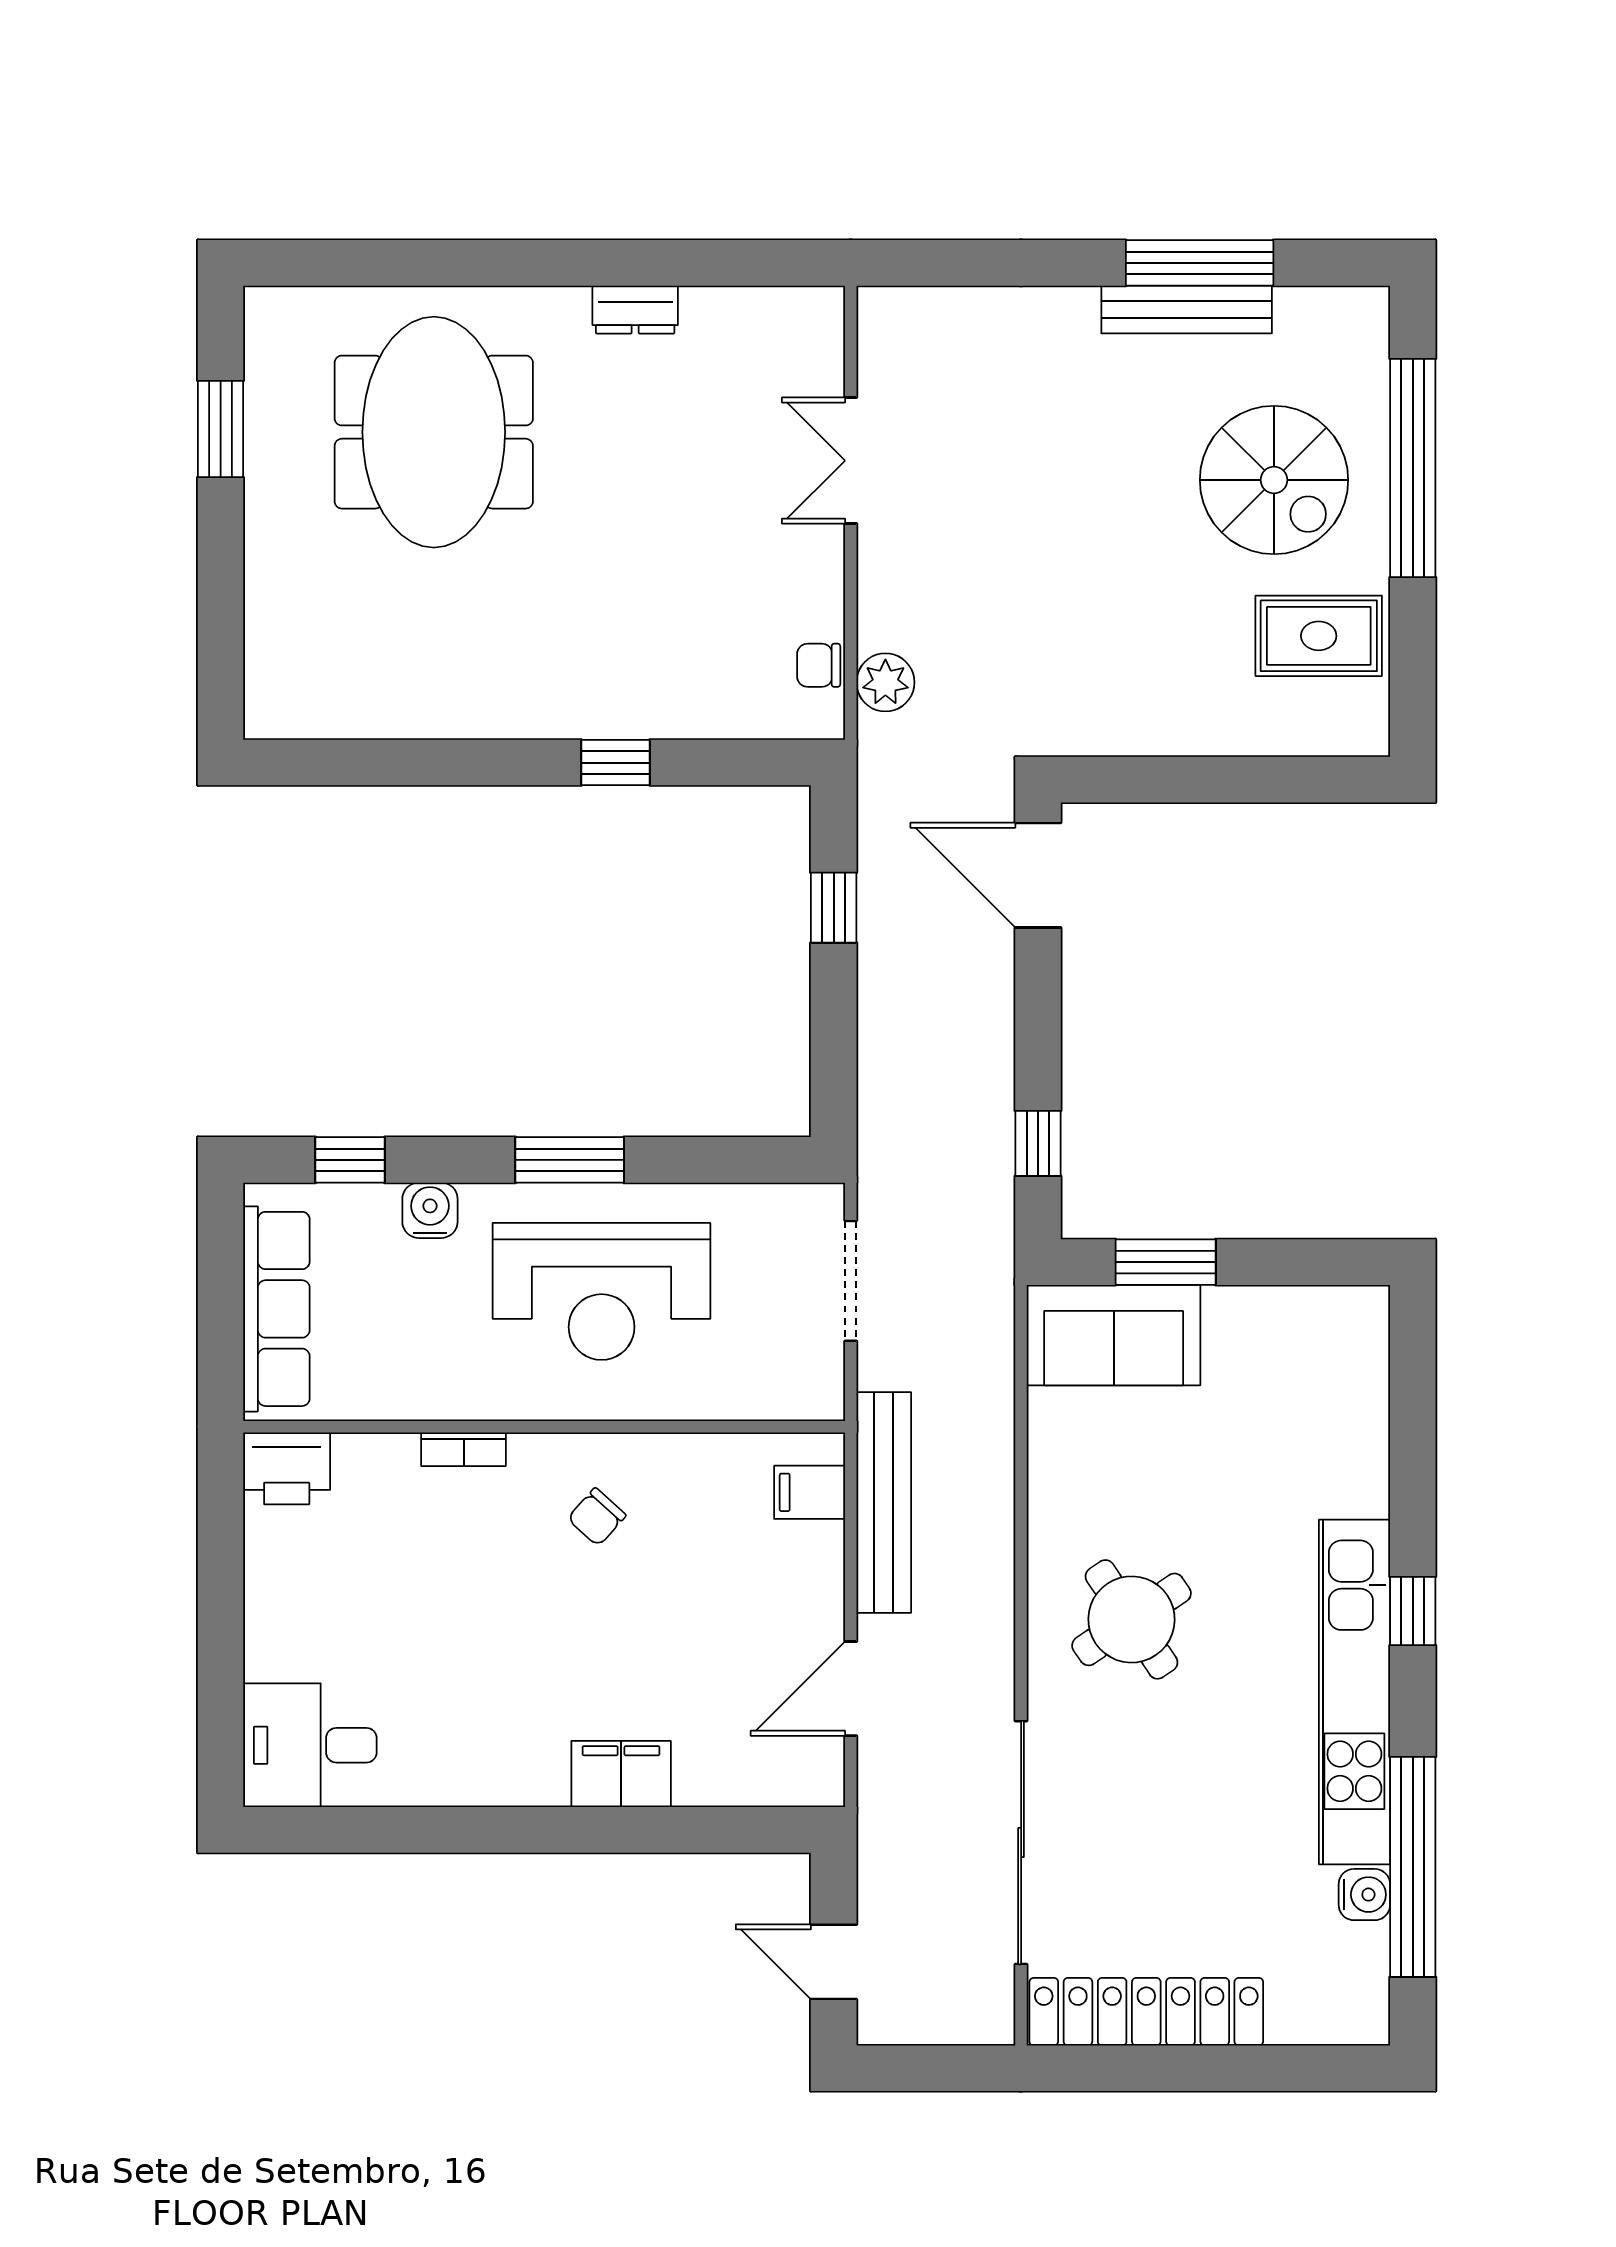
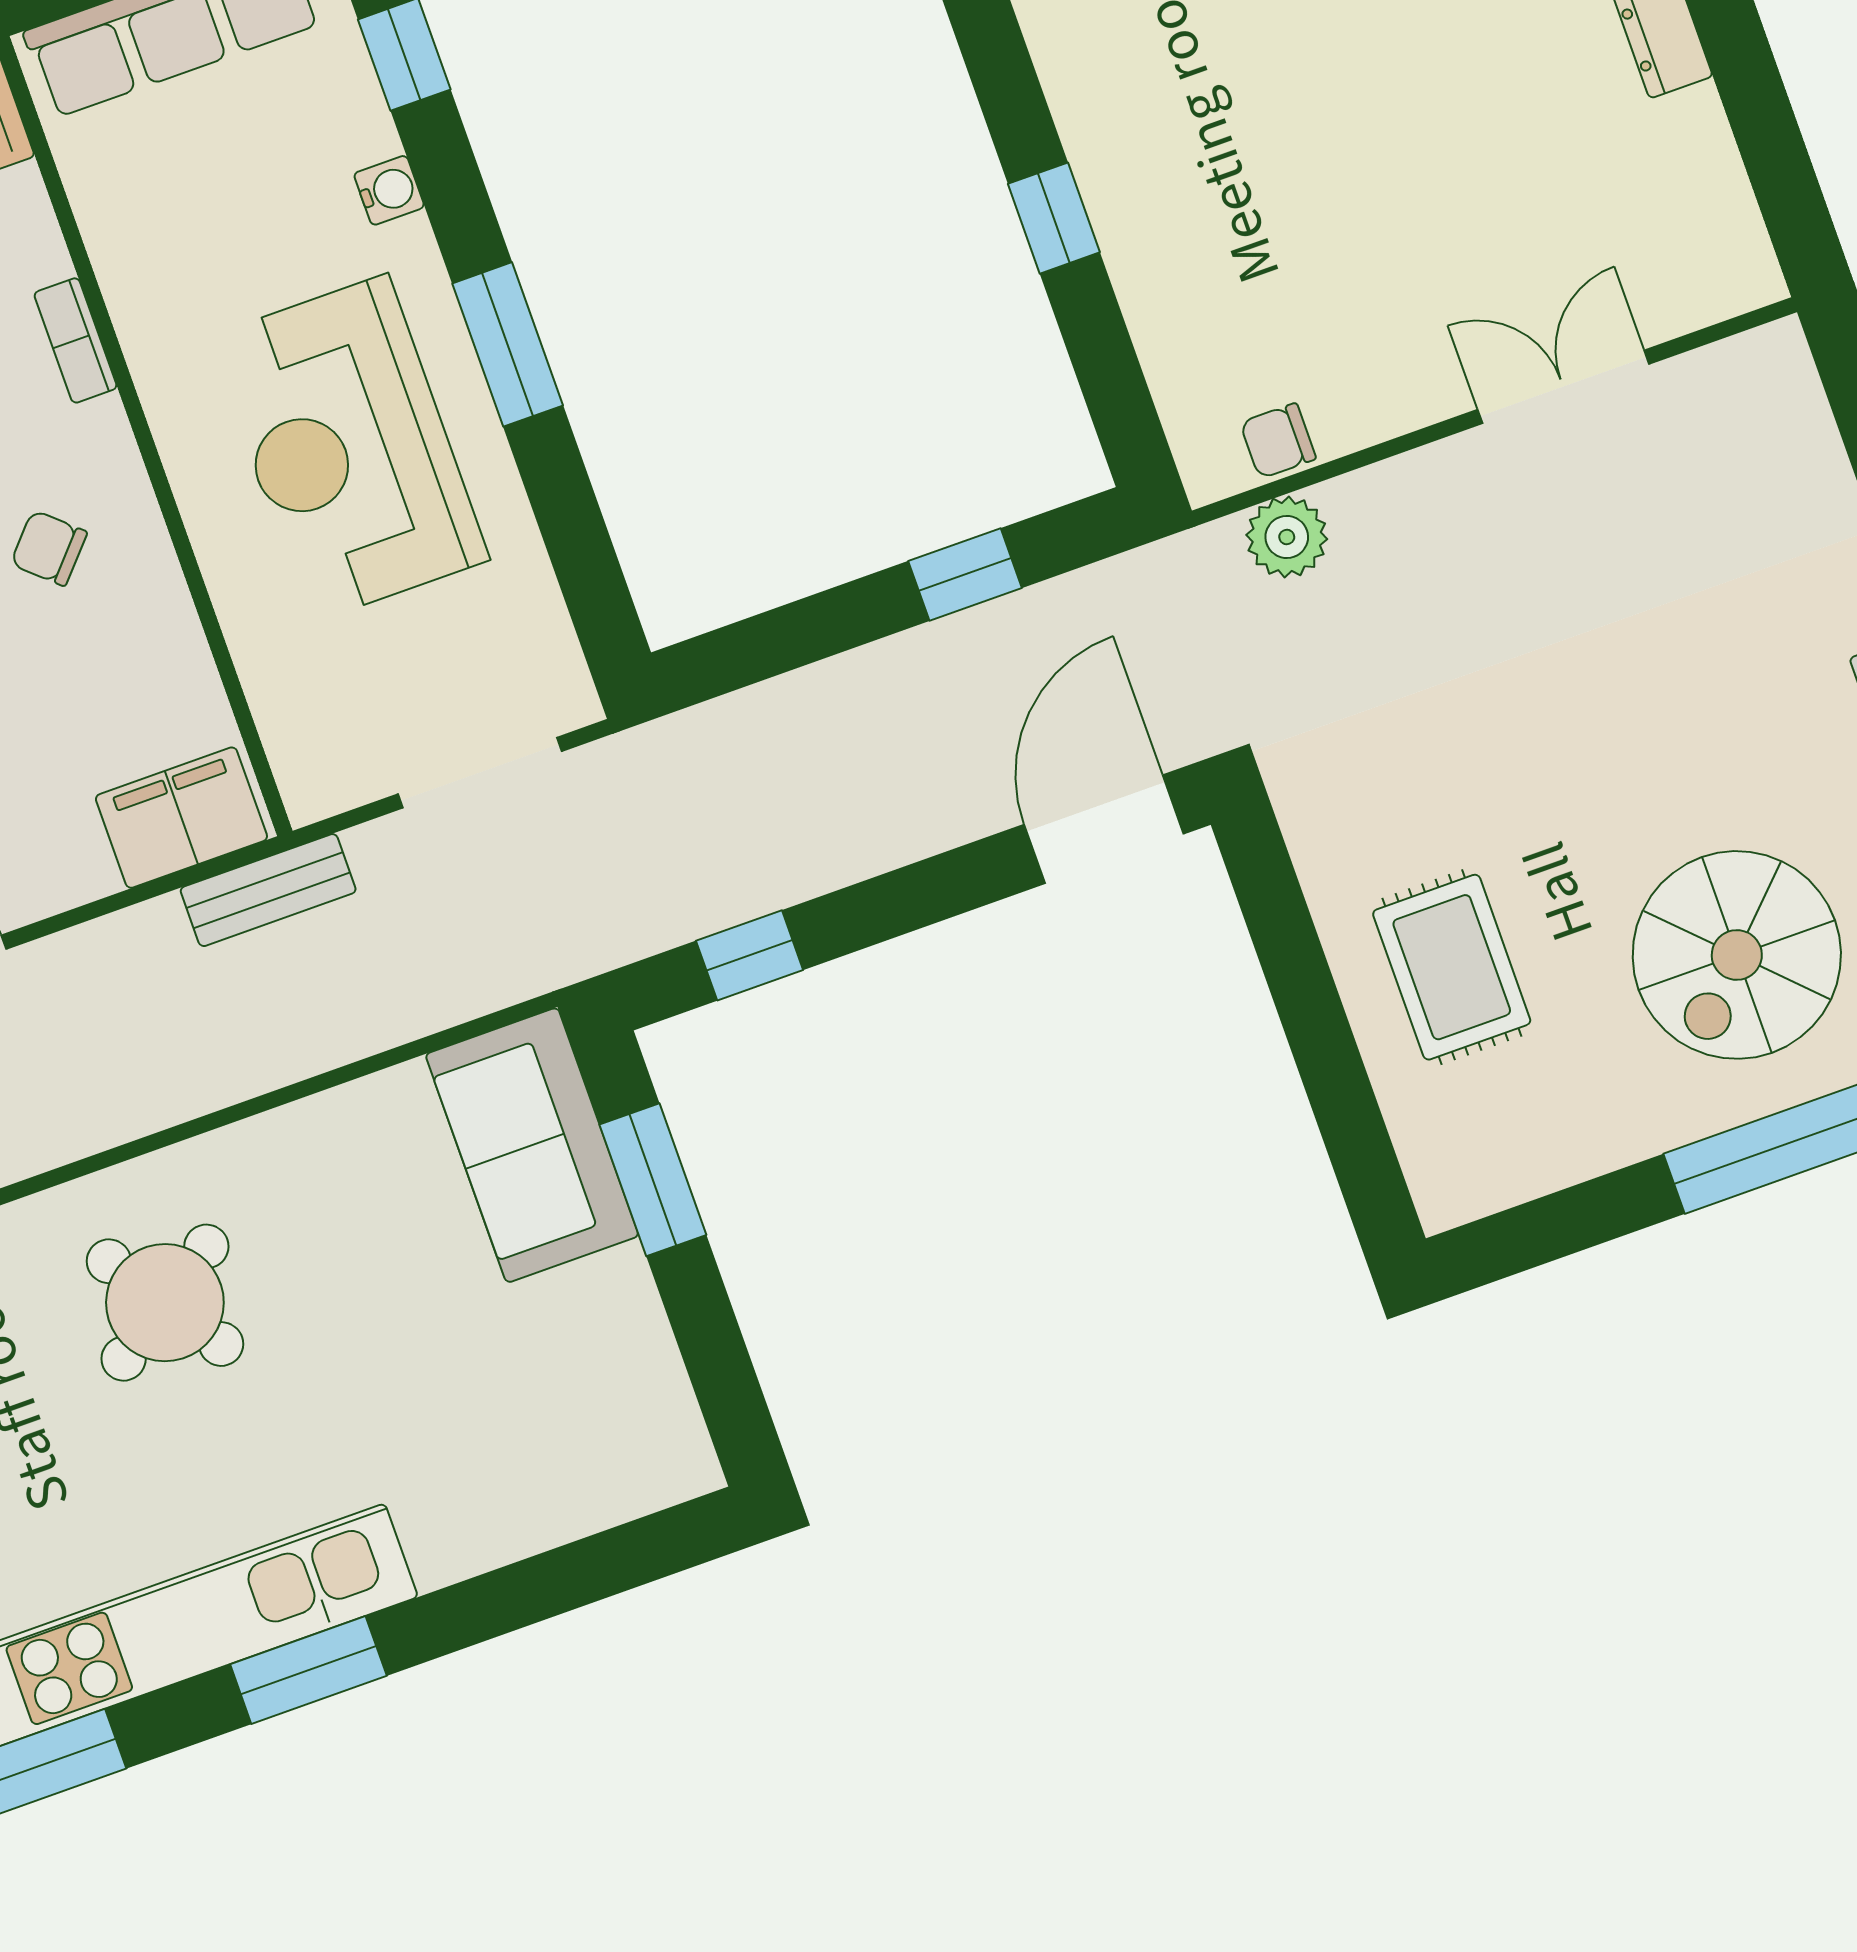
rug: (1319, 636) -> (1452, 967), moved
chair: (819, 665) -> (1278, 441), turned -90
water cooler: (430, 1210) -> (389, 190), width x0.72, depth x0.72
filing cabinet: (810, 1492) -> (181, 818), width x2.00
bench: (884, 1502) -> (268, 890), width x0.54, depth x0.82
window: (1413, 1611) -> (308, 1670), width x1.50

